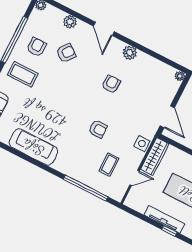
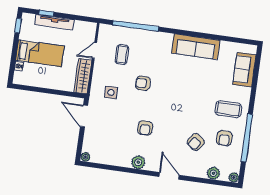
plant: (70, 22) -> (213, 173), moved
side table: (142, 144) -> (111, 92), moved

